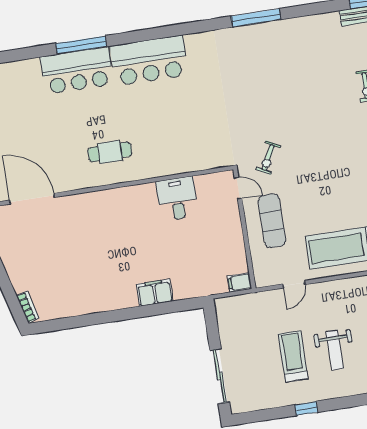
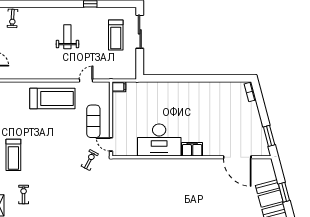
cafe table: (110, 152) -> (186, 178), removed
desk: (177, 199) -> (159, 140), width x1.87, depth x1.30
filing cabinet: (155, 293) -> (192, 149), moved, turned 180
treadmill: (293, 356) -> (116, 35), moved

